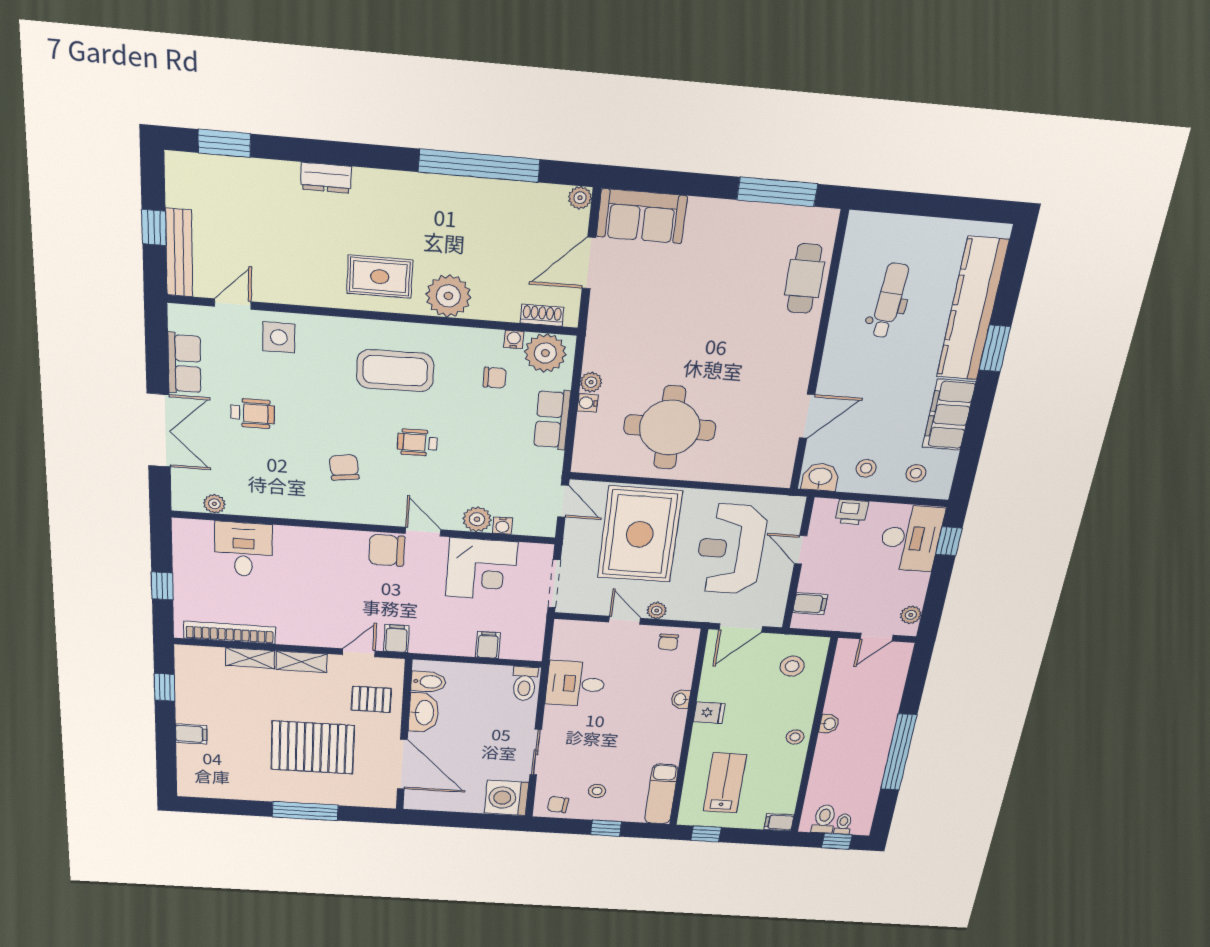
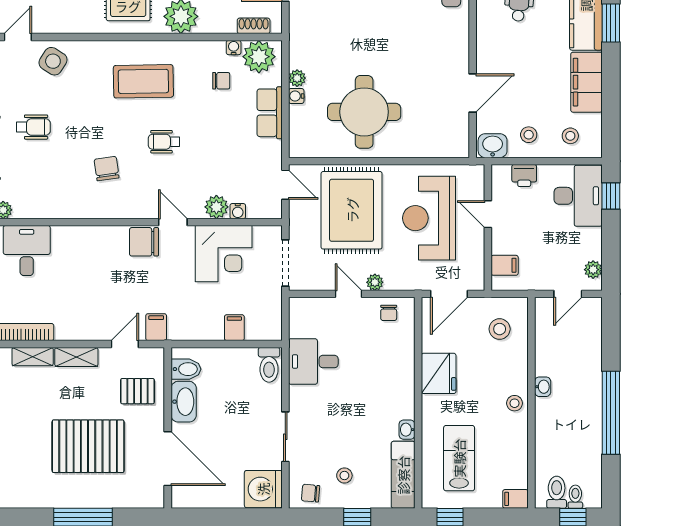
side table: (279, 337) -> (53, 61), turned 32
washbasin: (681, 699) -> (407, 430), moved
fridge: (709, 713) -> (439, 373), width x1.88, depth x1.34

